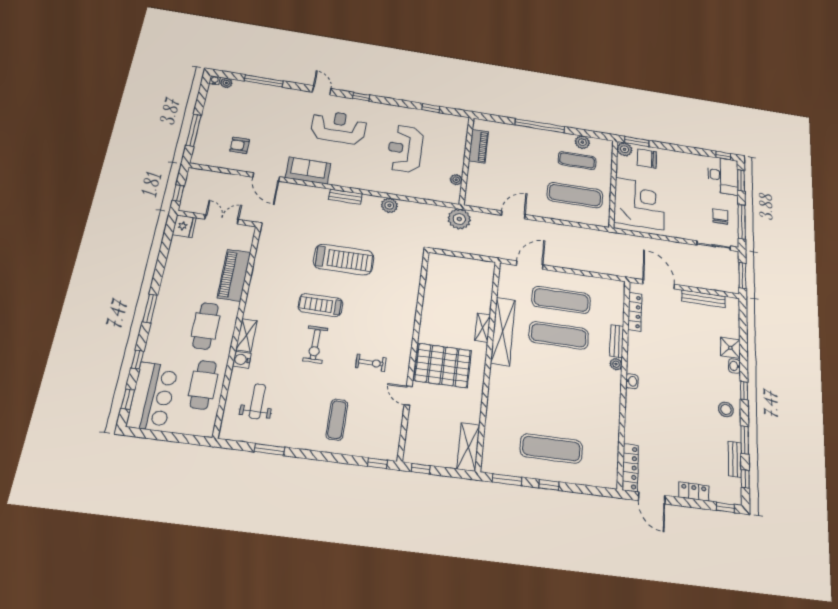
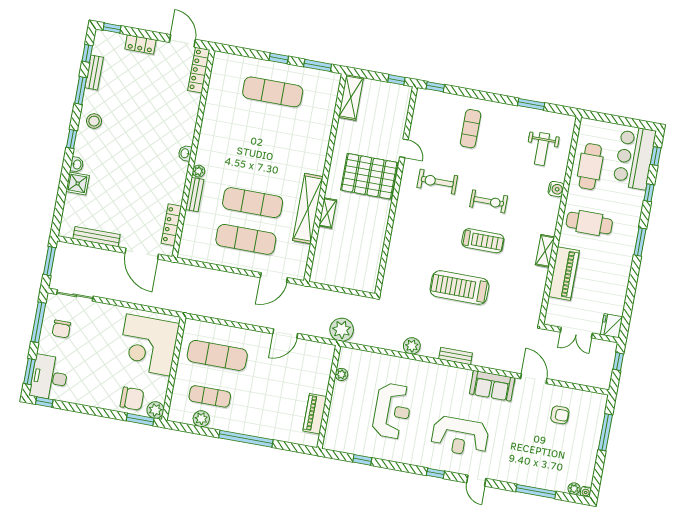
cafe table: (206, 326) -> (589, 223), turned 90
shelving: (246, 335) -> (545, 251), moved
exercise bike: (315, 345) -> (489, 201), turned 90
exercise bike: (371, 363) -> (437, 182), width x1.38, depth x1.39

